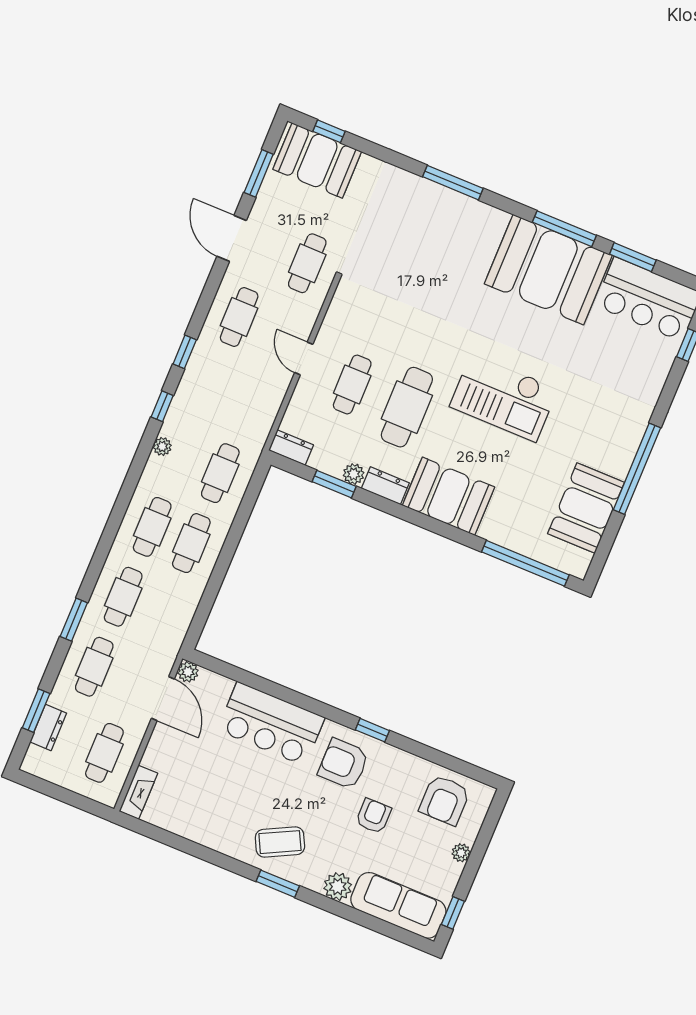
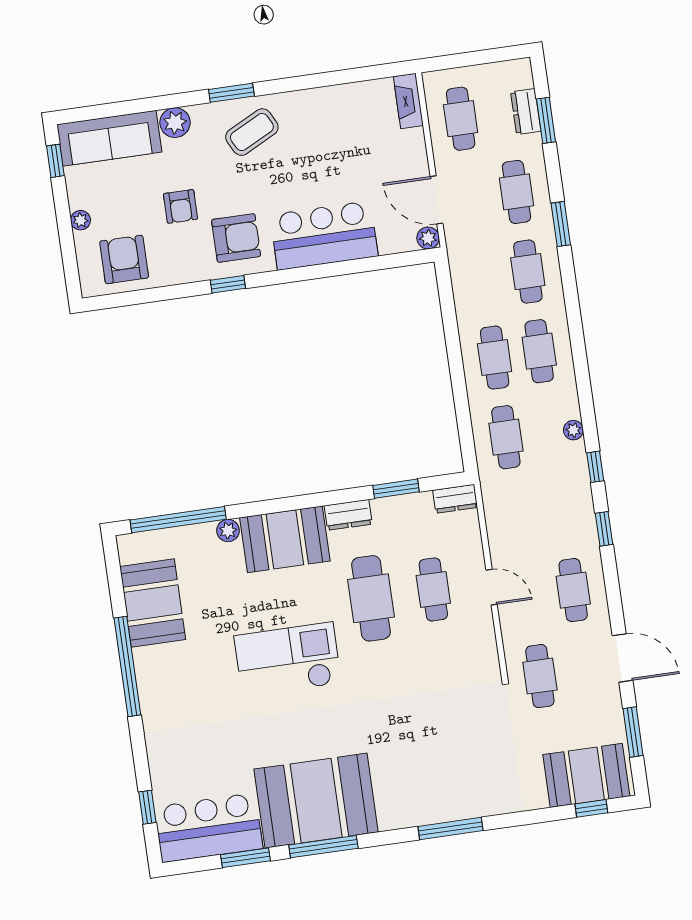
plant: (354, 474) -> (228, 531), moved

